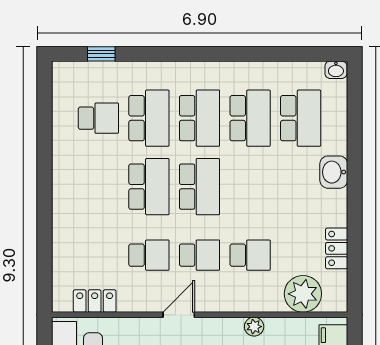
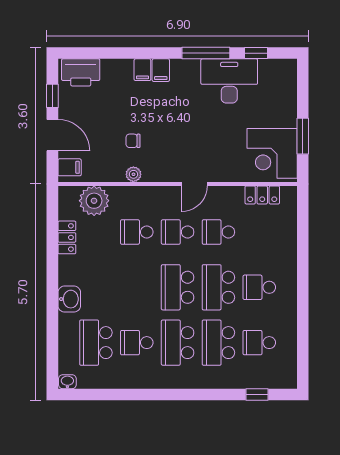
school desk: (250, 118) -> (137, 343), width x0.54
school desk: (98, 187) -> (259, 287), added

